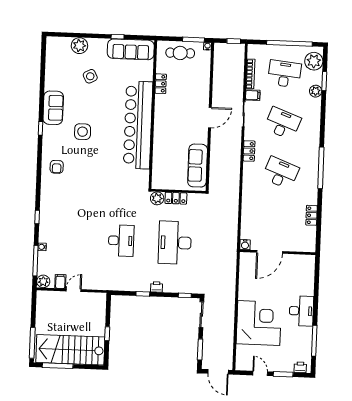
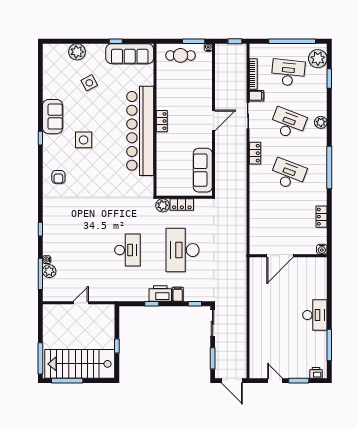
locker: (161, 84) -> (162, 121), moved
plant: (316, 91) -> (321, 122), moved
water cooler: (245, 245) -> (322, 249), moved
plant: (43, 281) -> (49, 271), moved
filing cabinet: (60, 281) -> (178, 294), moved
printer: (157, 287) -> (160, 293), width x1.87, depth x1.48
corner desk: (259, 323) -> (272, 329), removed

